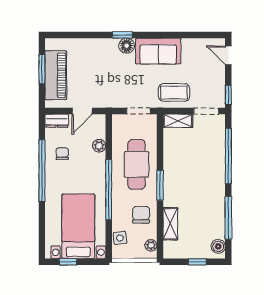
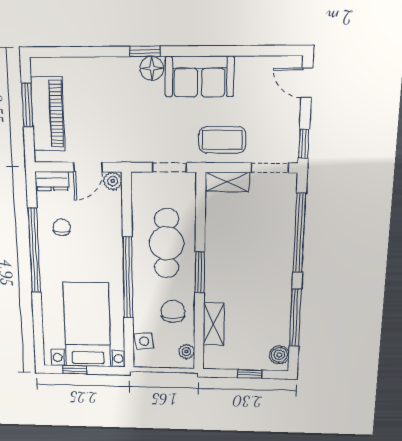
plant: (99, 146) -> (113, 181), moved

